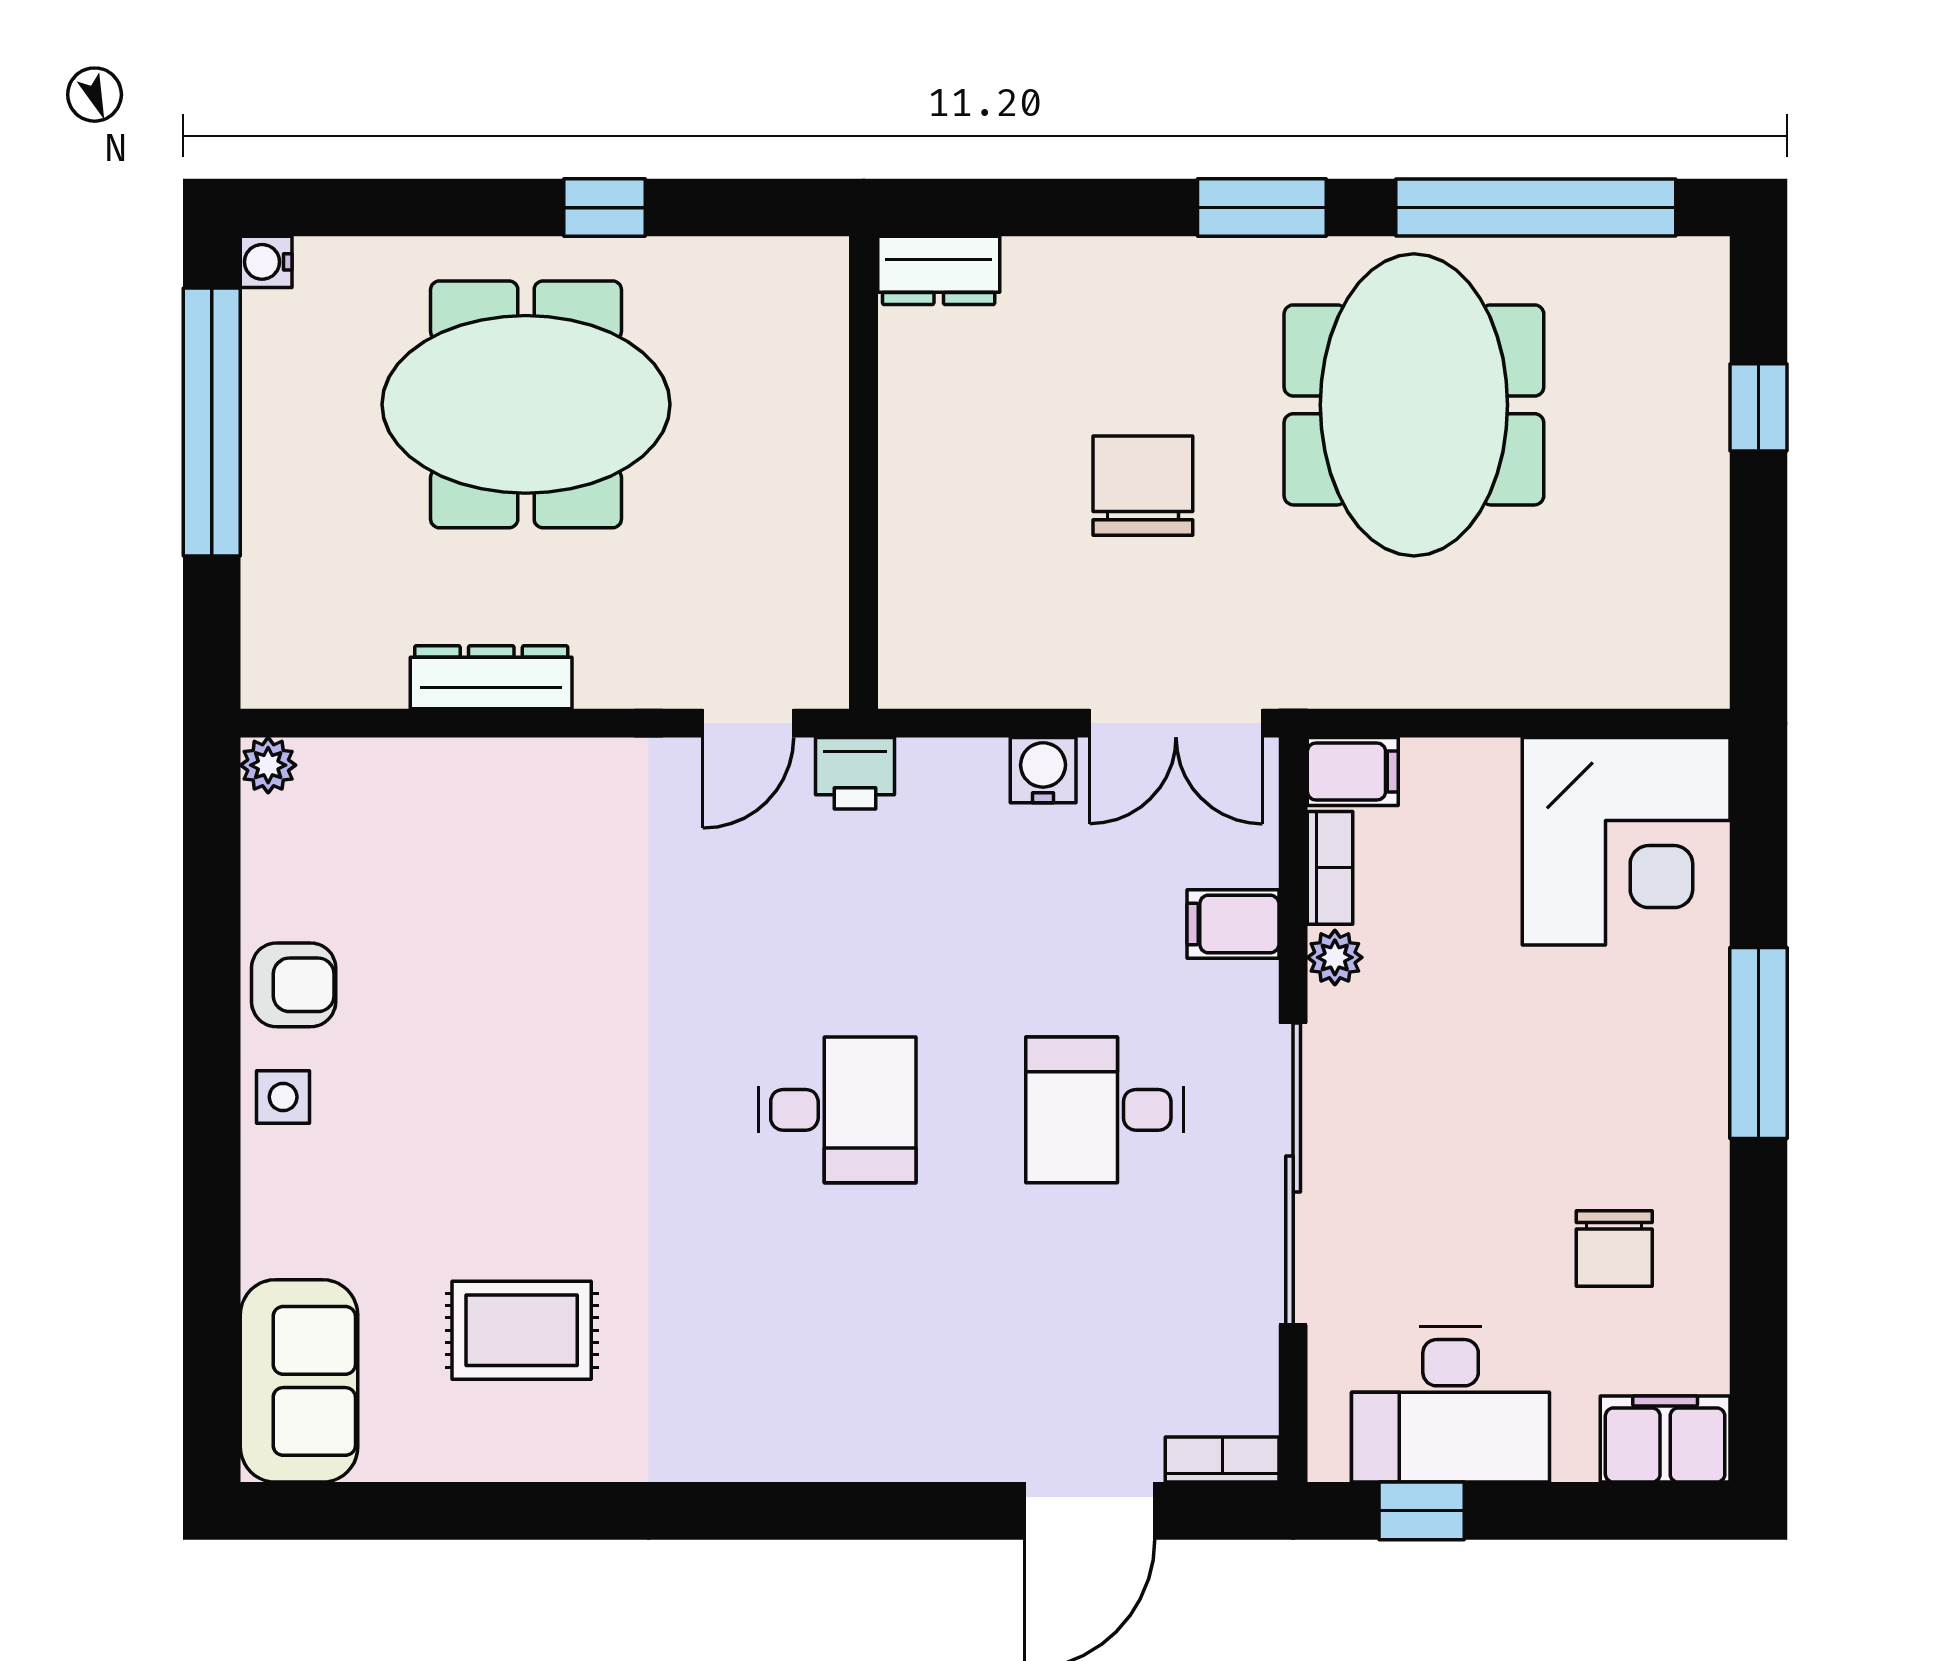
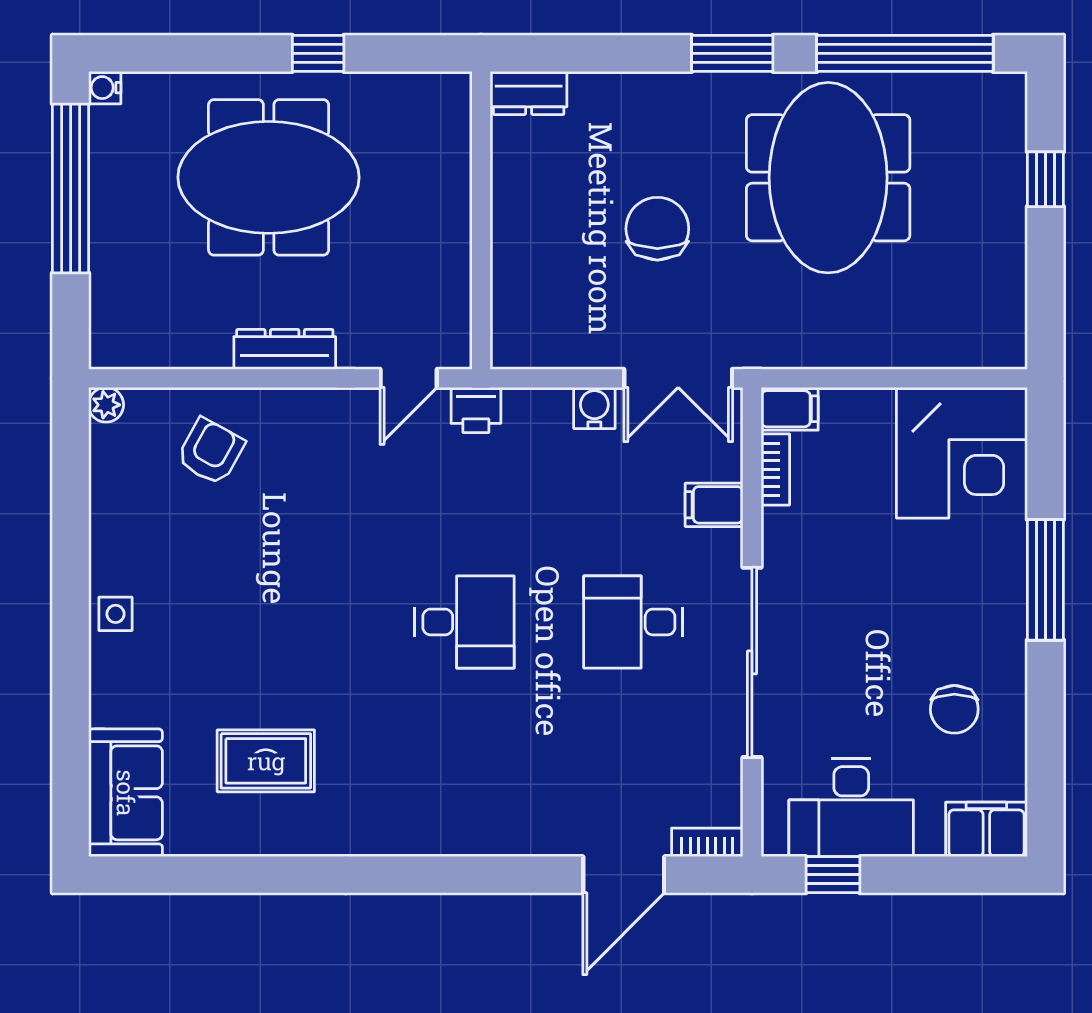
dresser: (491, 677) -> (285, 349), moved
plant: (1335, 957) -> (778, 526), removed
armchair: (294, 985) -> (211, 451), moved, turned -61

